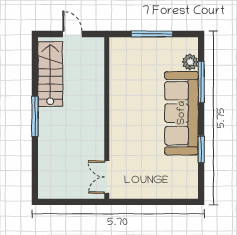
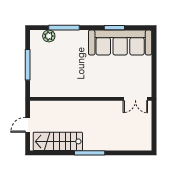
sofa: (182, 113) -> (120, 43), moved

